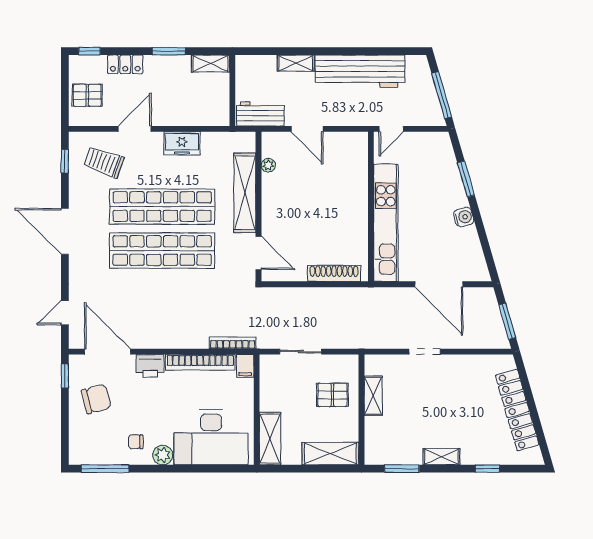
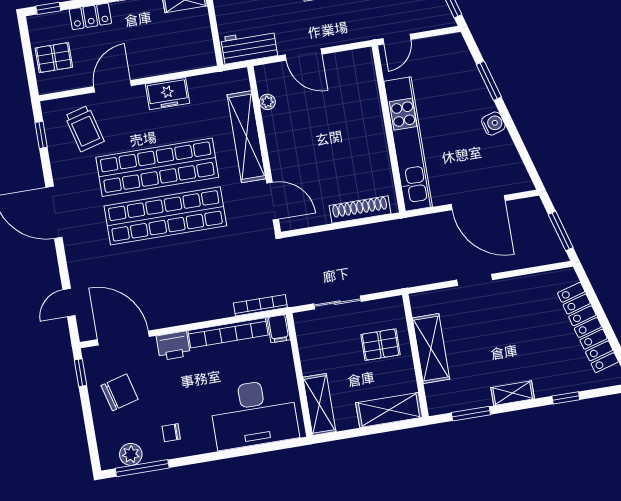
trolley: (104, 162) -> (84, 129), turned -125
shelving: (373, 396) -> (431, 349), width x1.50, depth x1.33
plant: (163, 455) -> (131, 454), moved

